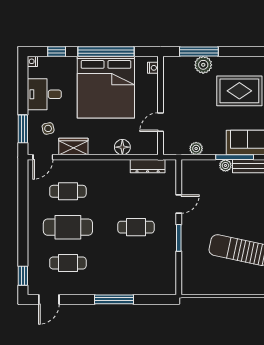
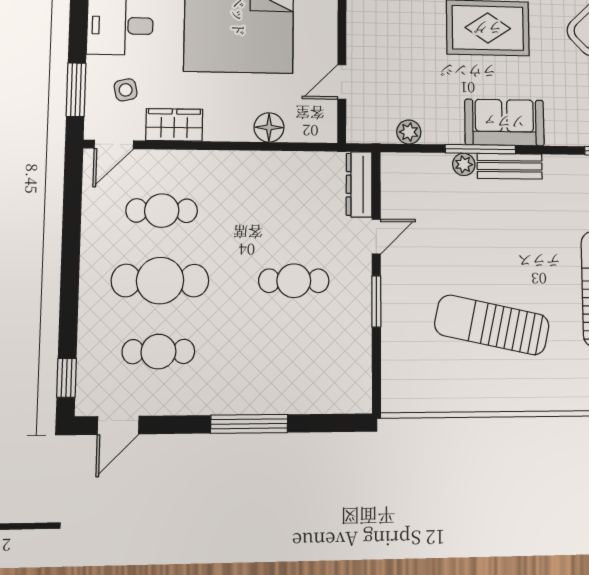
dresser: (148, 166) -> (359, 184), moved, turned 90

